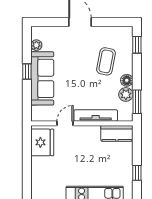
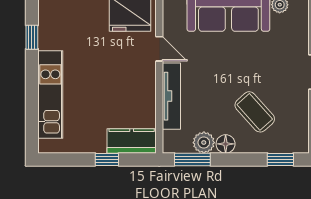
coffee table: (106, 61) -> (255, 112), turned 37
kitchen counter: (117, 133) -> (132, 141), moved, turned 90
window: (137, 173) -> (107, 159), moved

